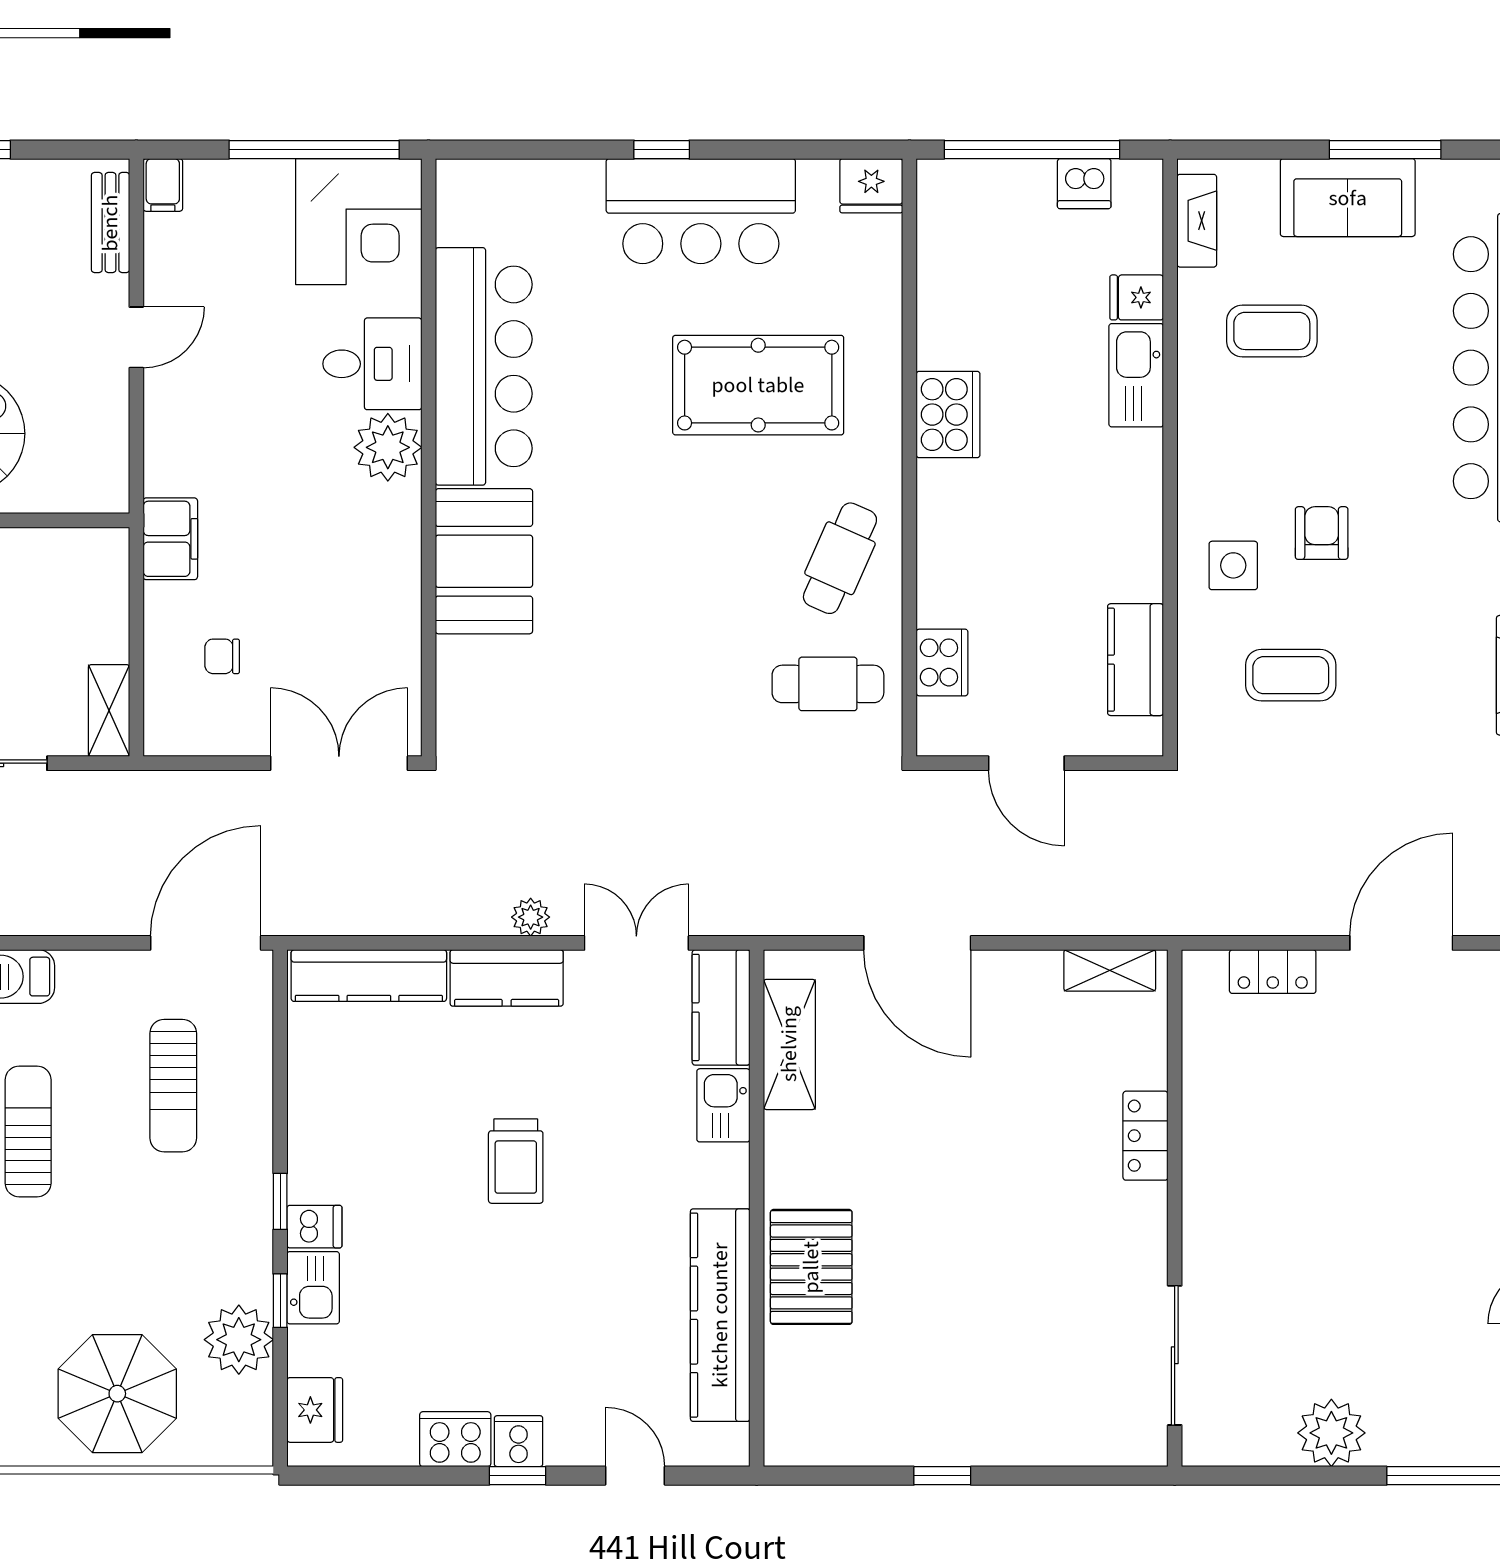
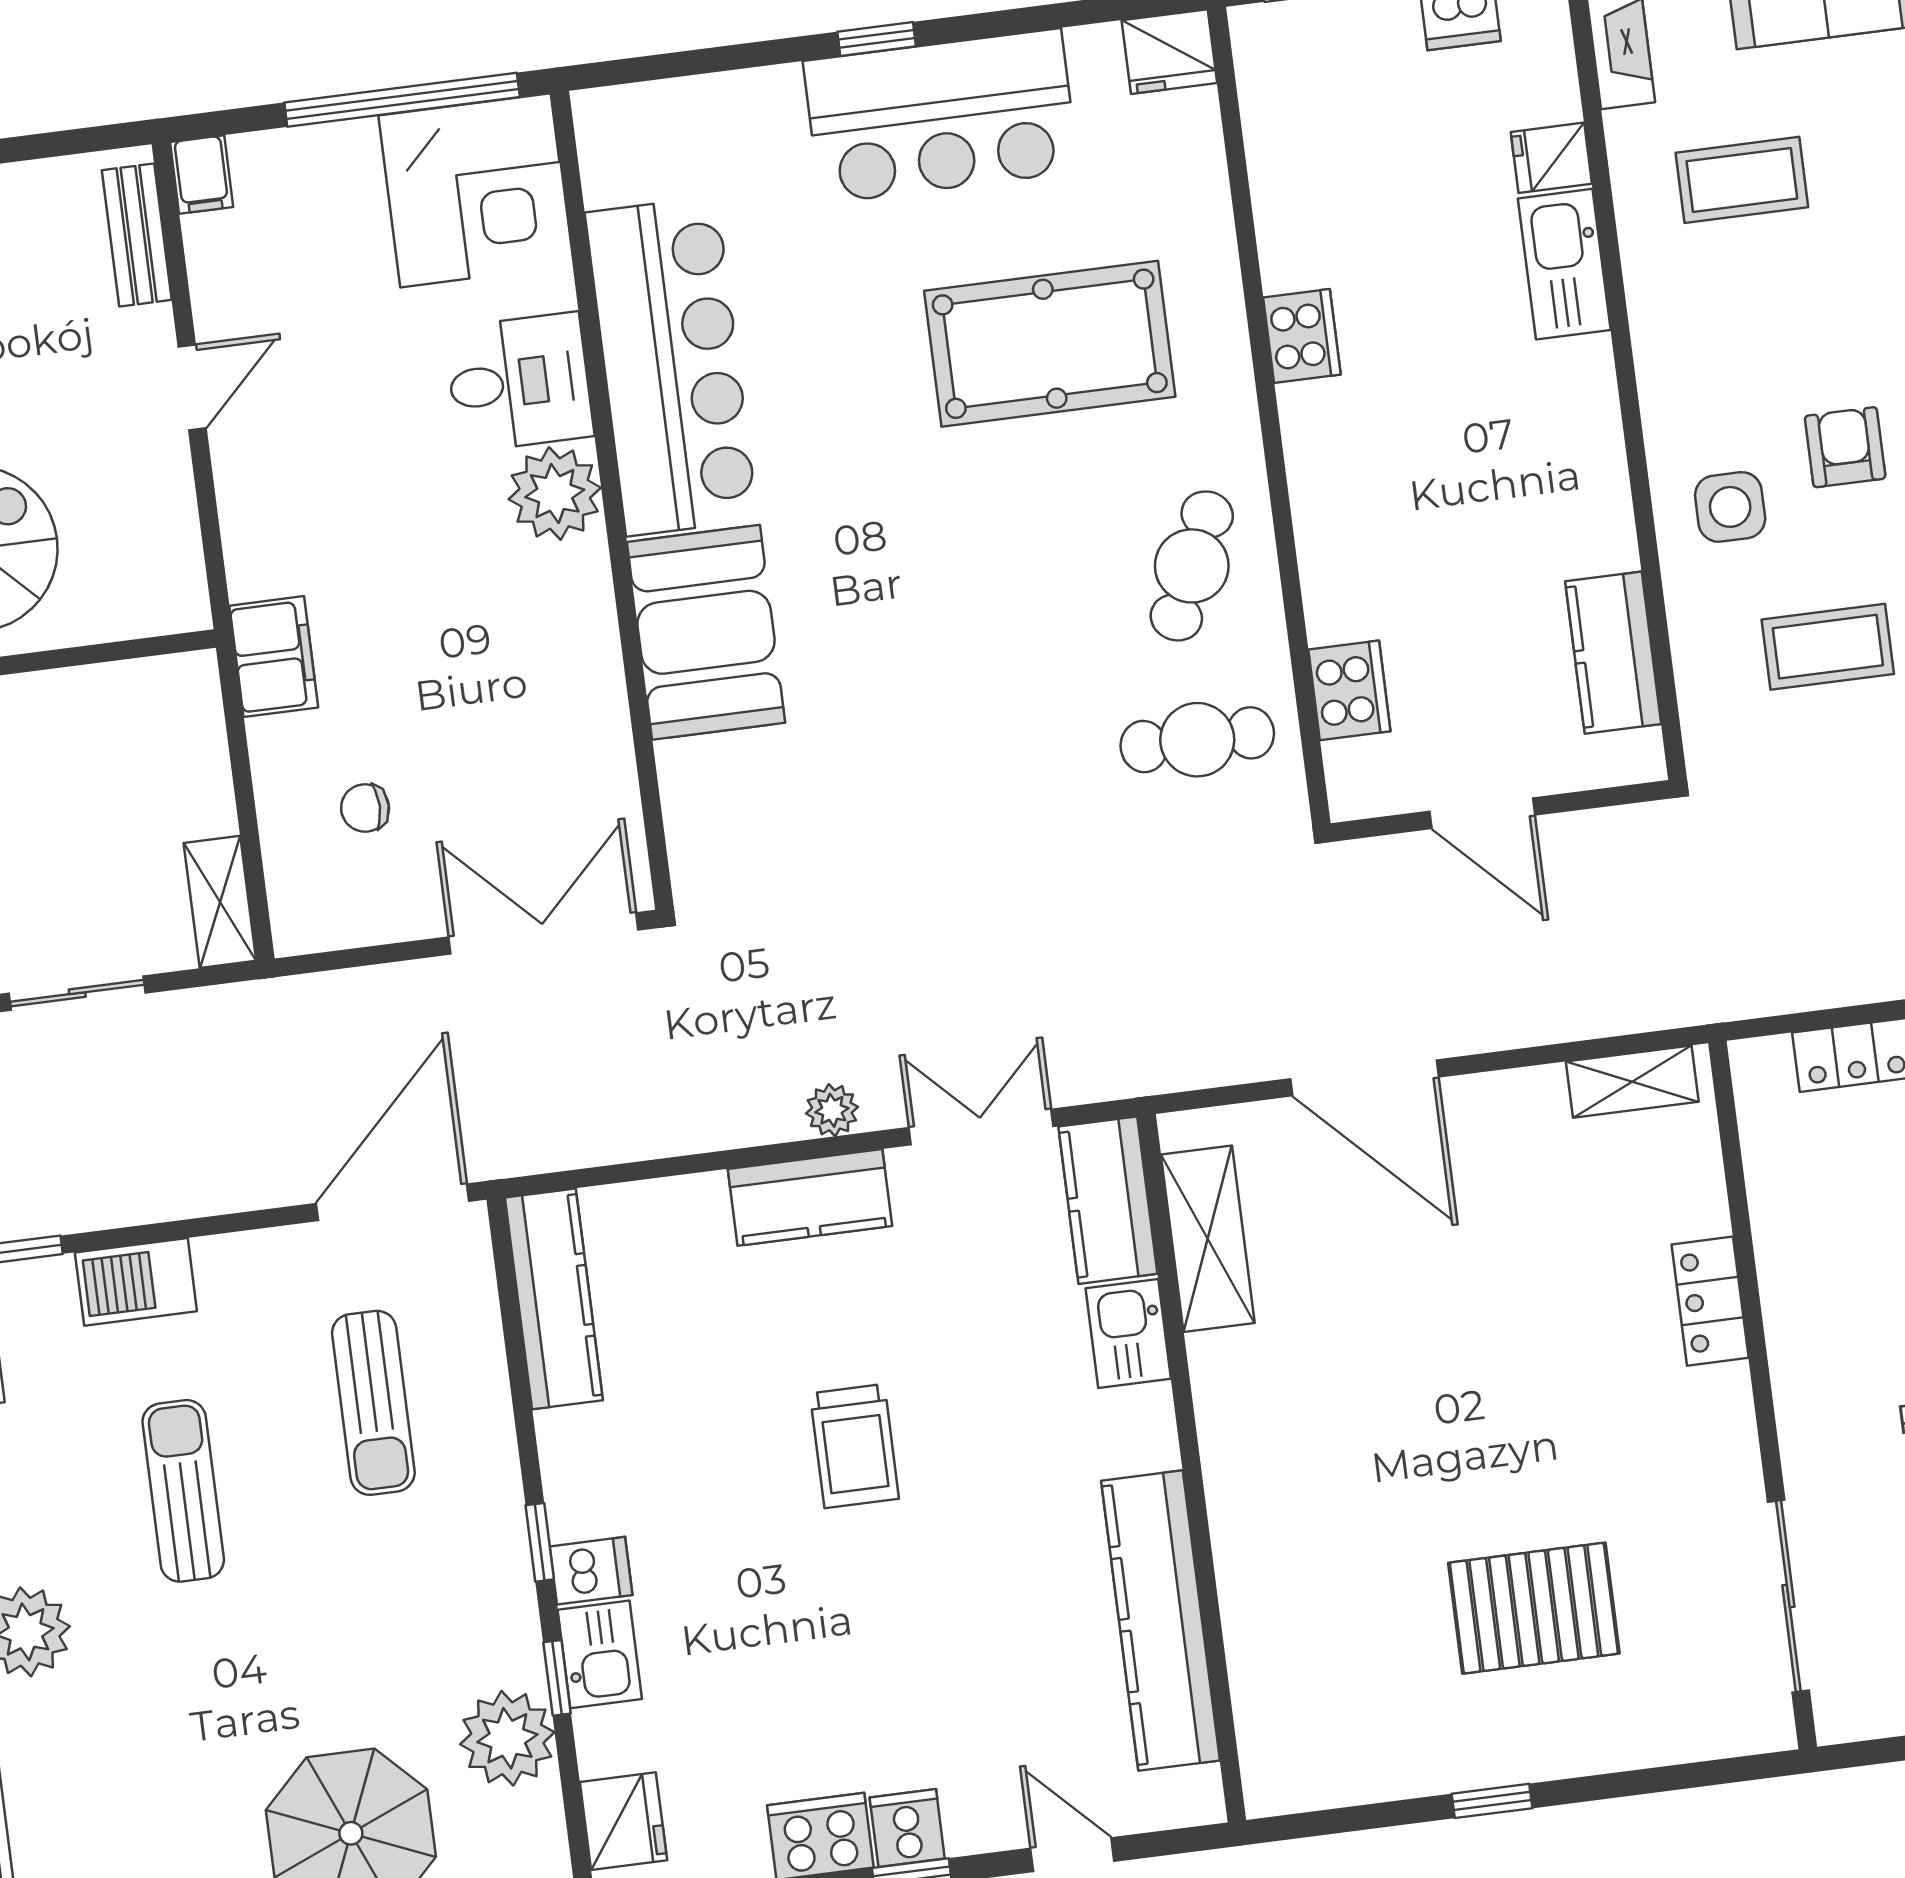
cooker: (948, 415) -> (1302, 336), width x0.73, depth x0.76
kitchen counter: (369, 976) -> (554, 1299), moved, turned -90
pallet: (811, 1267) -> (1534, 1608), moved, turned 90

